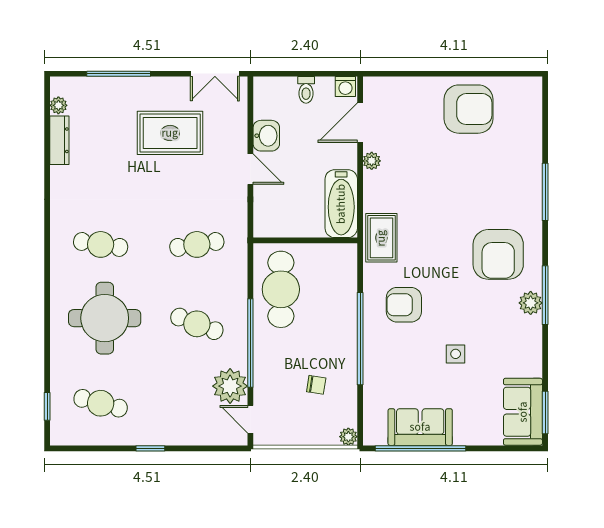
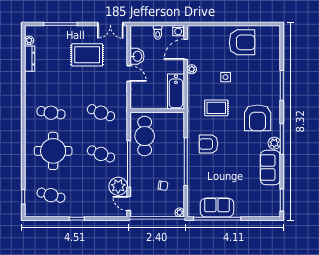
rug: (381, 238) -> (216, 108), moved, turned 90
cafe table: (197, 244) -> (101, 113), turned 30
side table: (456, 354) -> (226, 77), moved
sofa: (523, 412) -> (270, 168), moved

